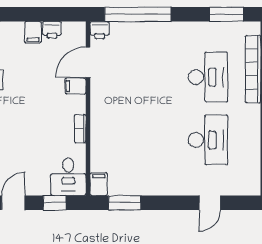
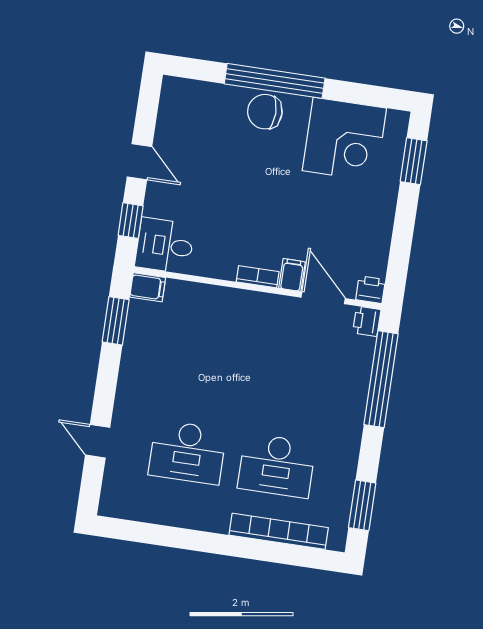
printer: (52, 30) -> (371, 290), moved, turned 90
filing cabinet: (33, 32) -> (378, 226), removed
bookcase: (80, 129) -> (258, 277), moved

